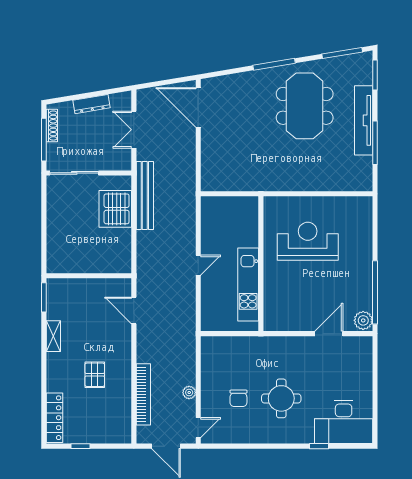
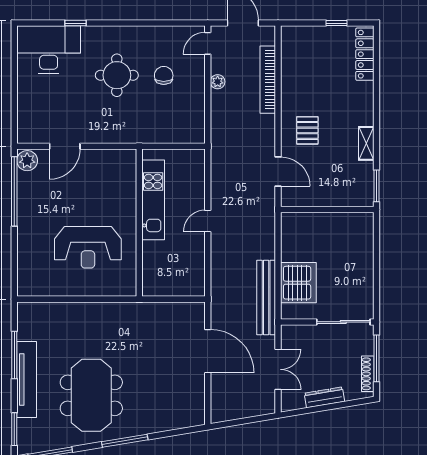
door: (198, 107) -> (208, 351), moved
pallet: (95, 375) -> (307, 130), moved

